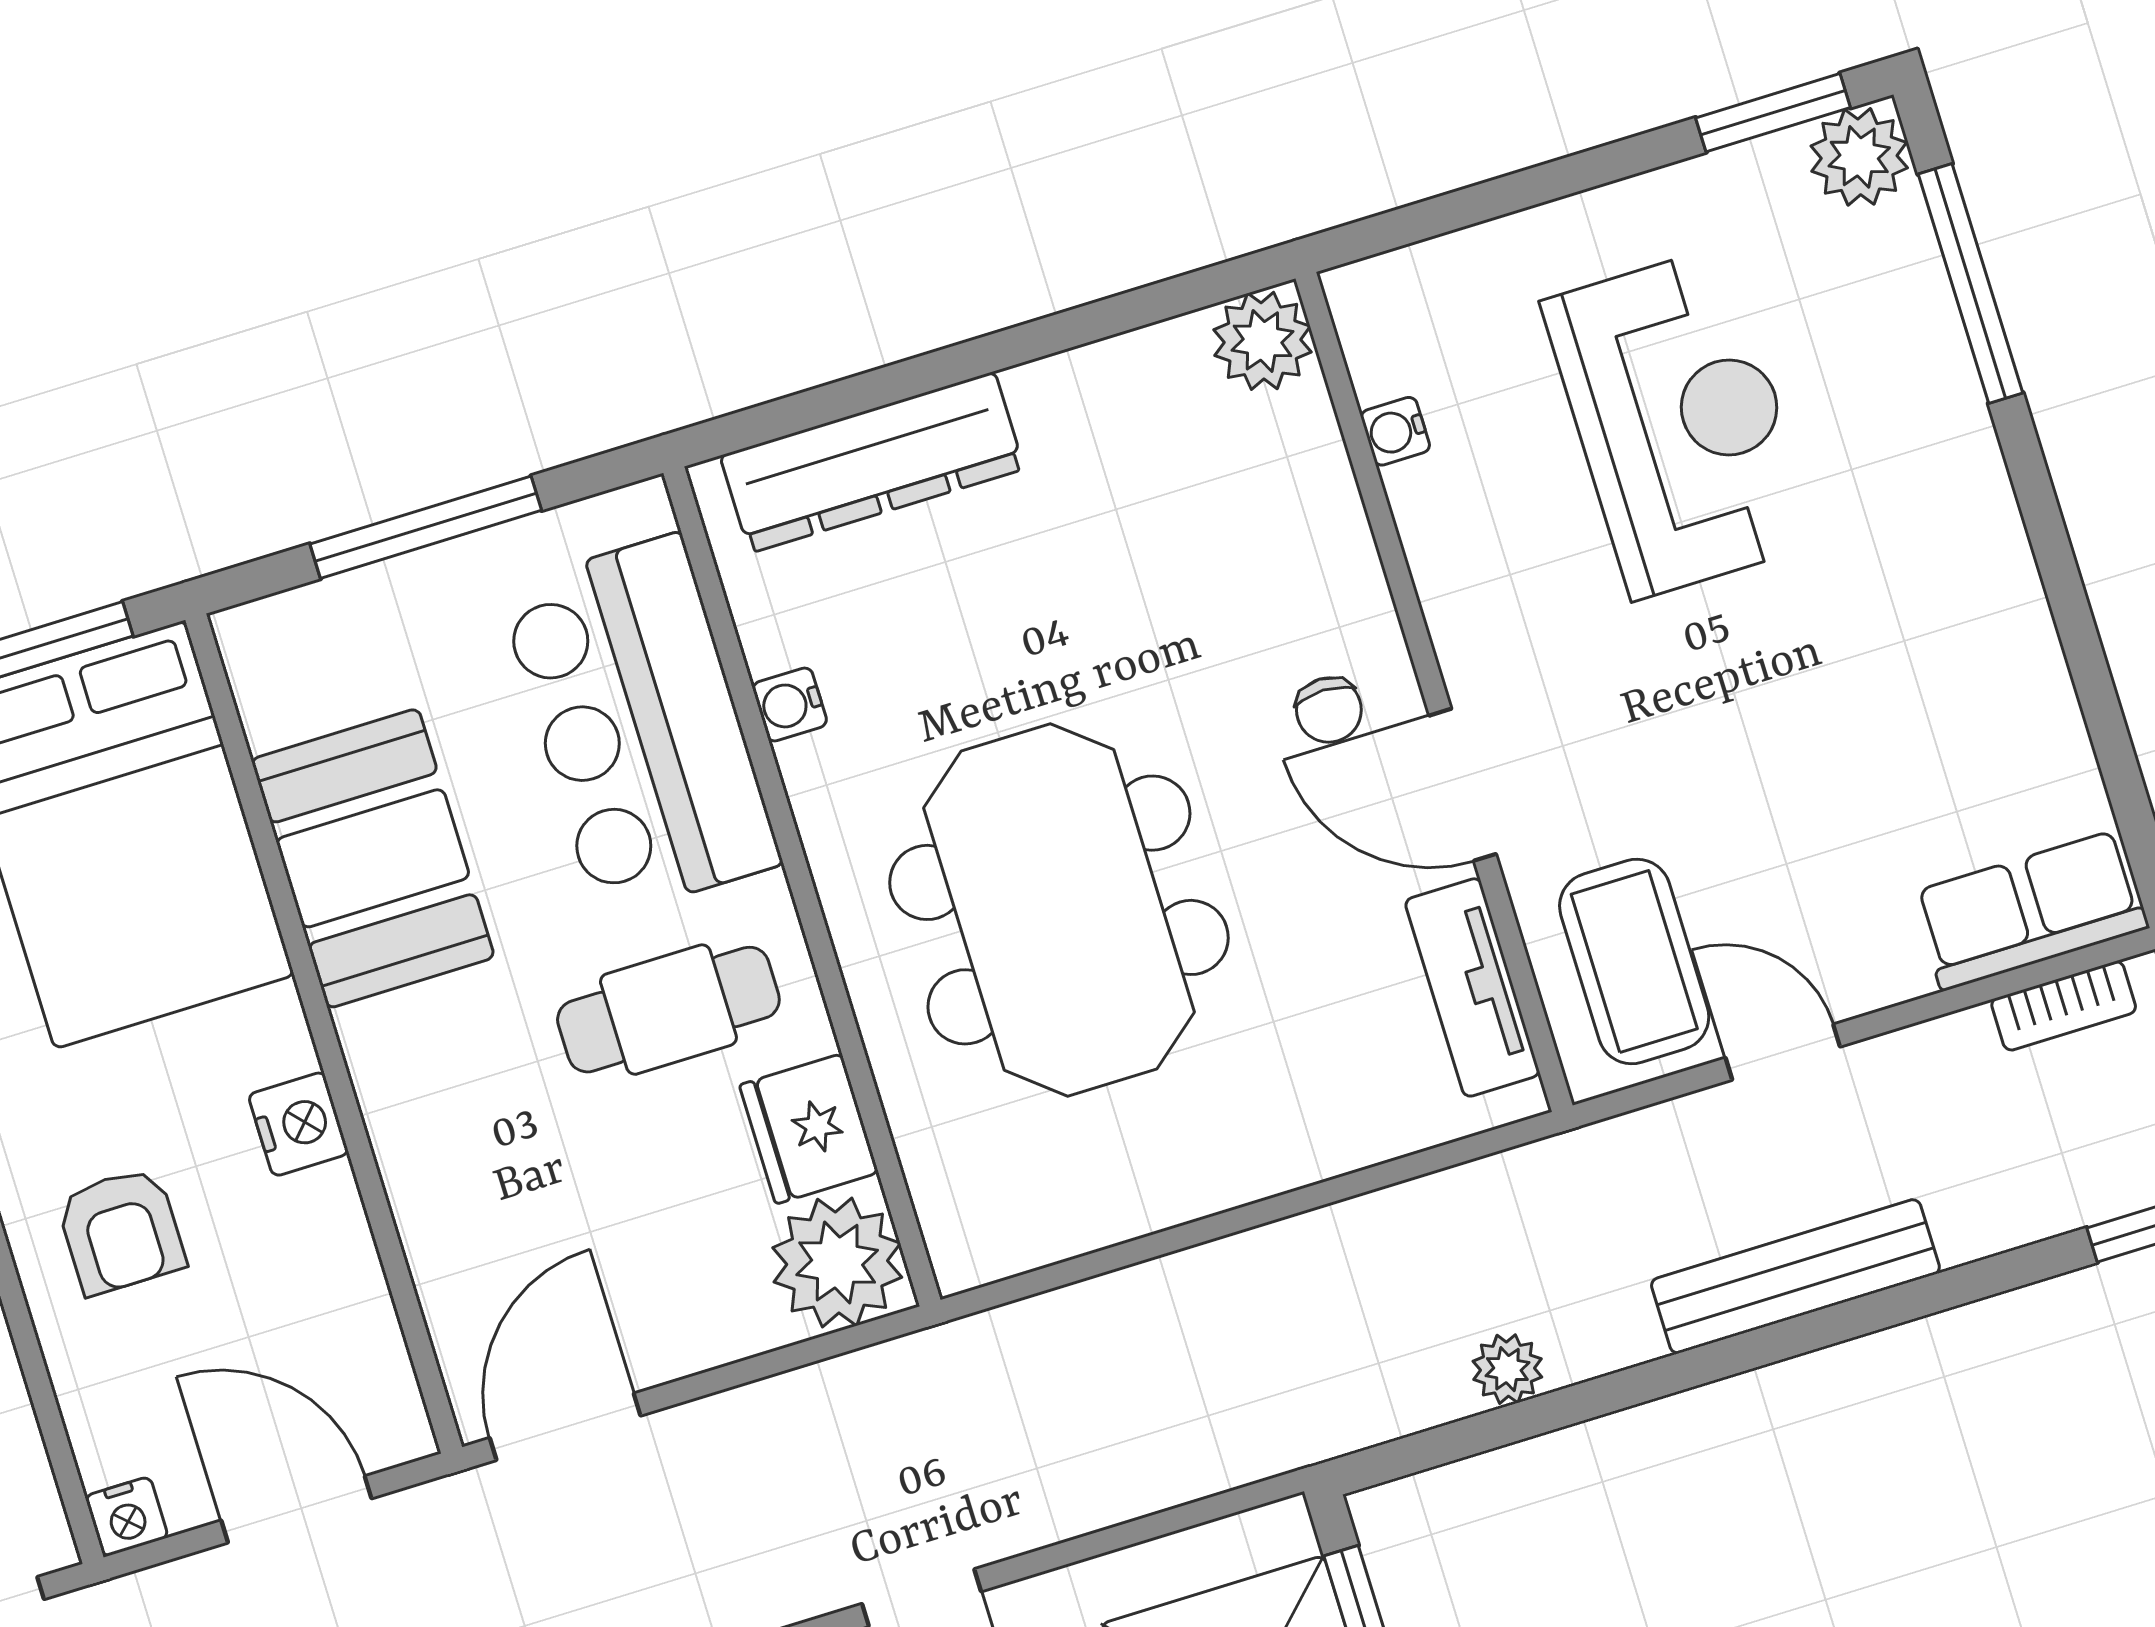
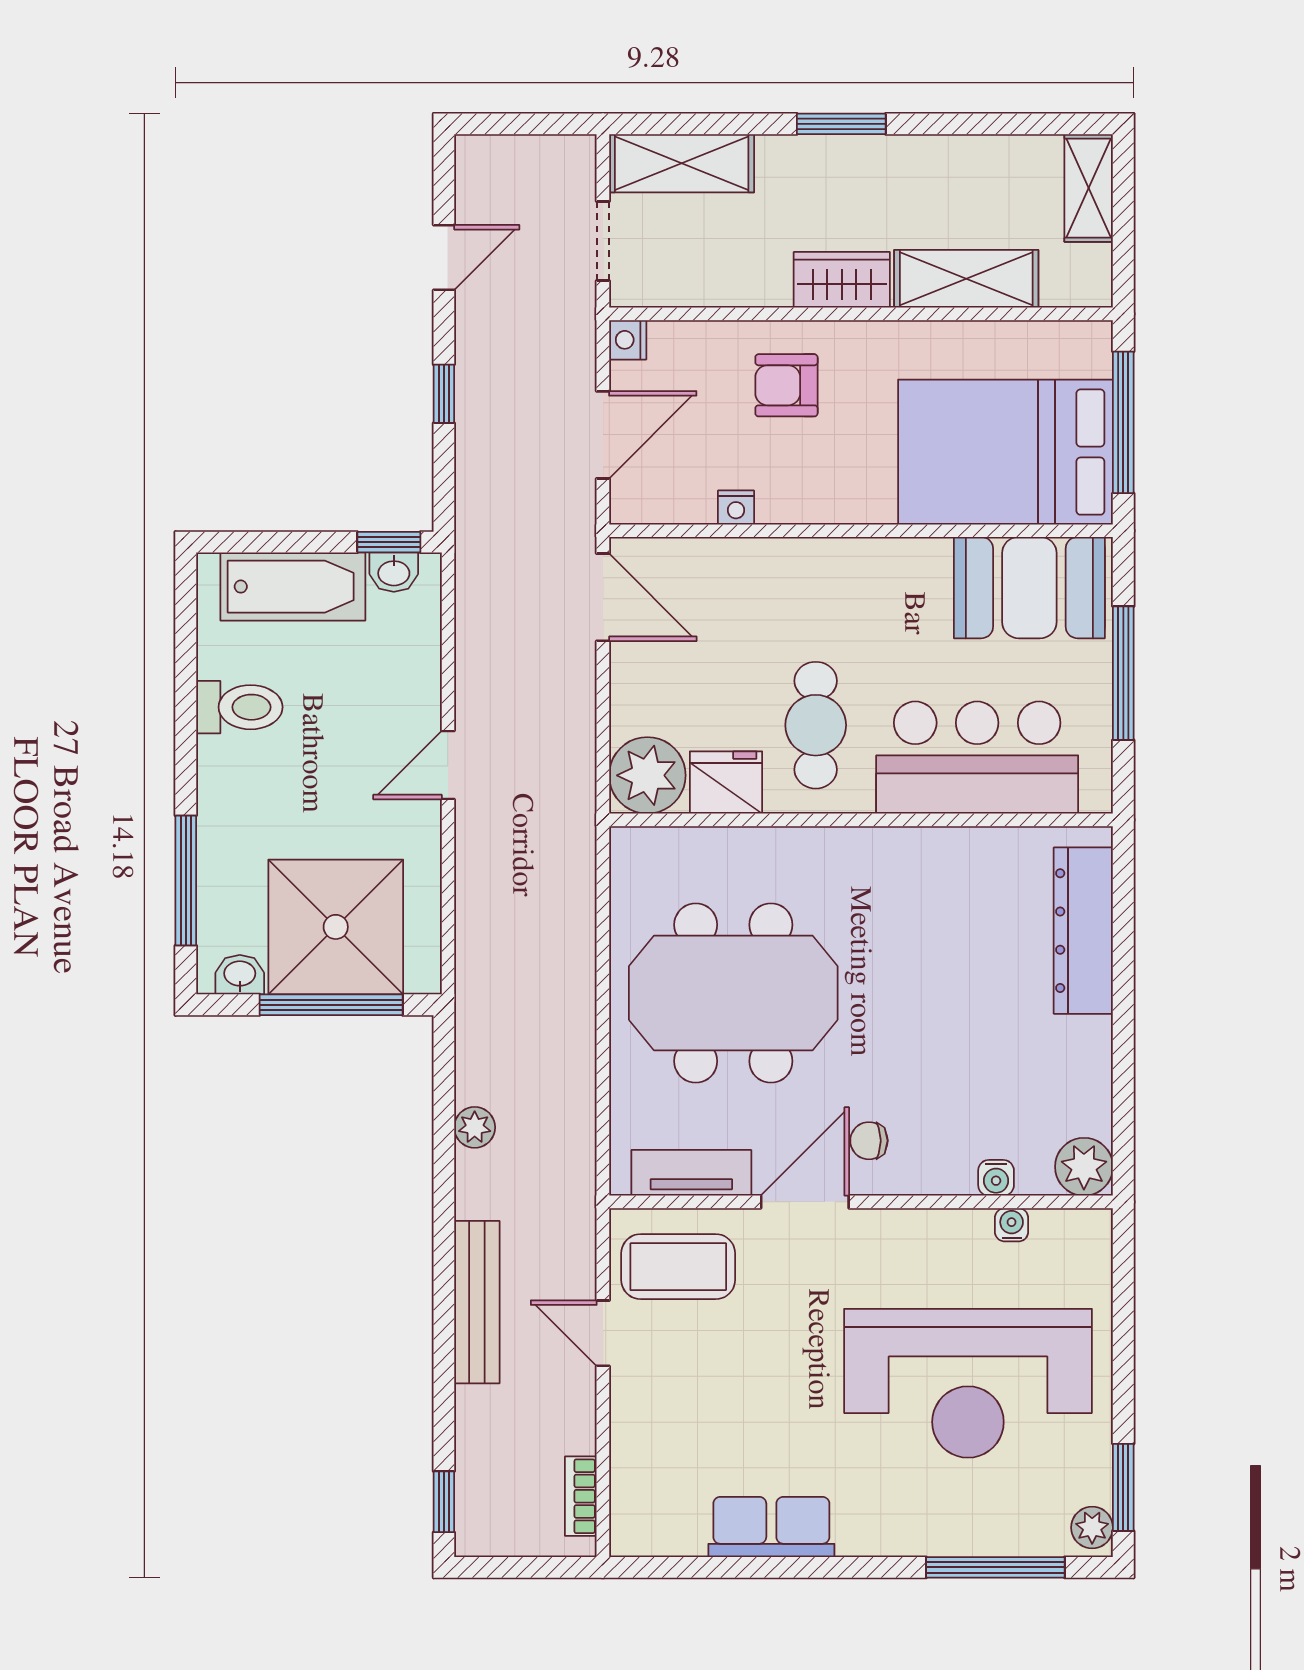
plant: (1859, 157) -> (1092, 1528), width x0.73, depth x0.73
reception desk: (1680, 423) -> (968, 1383), width x1.36, depth x1.30
water cooler: (790, 705) -> (996, 1178), moved, turned 180
booth: (373, 858) -> (1029, 588), moved
meeting table: (1059, 910) -> (733, 993), moved
row of seats: (2030, 910) -> (771, 1527), moved, turned -90
door: (1783, 1052) -> (603, 1333), swing flipped
nightstand: (299, 1124) -> (736, 507), moved, width x0.72, depth x0.74

